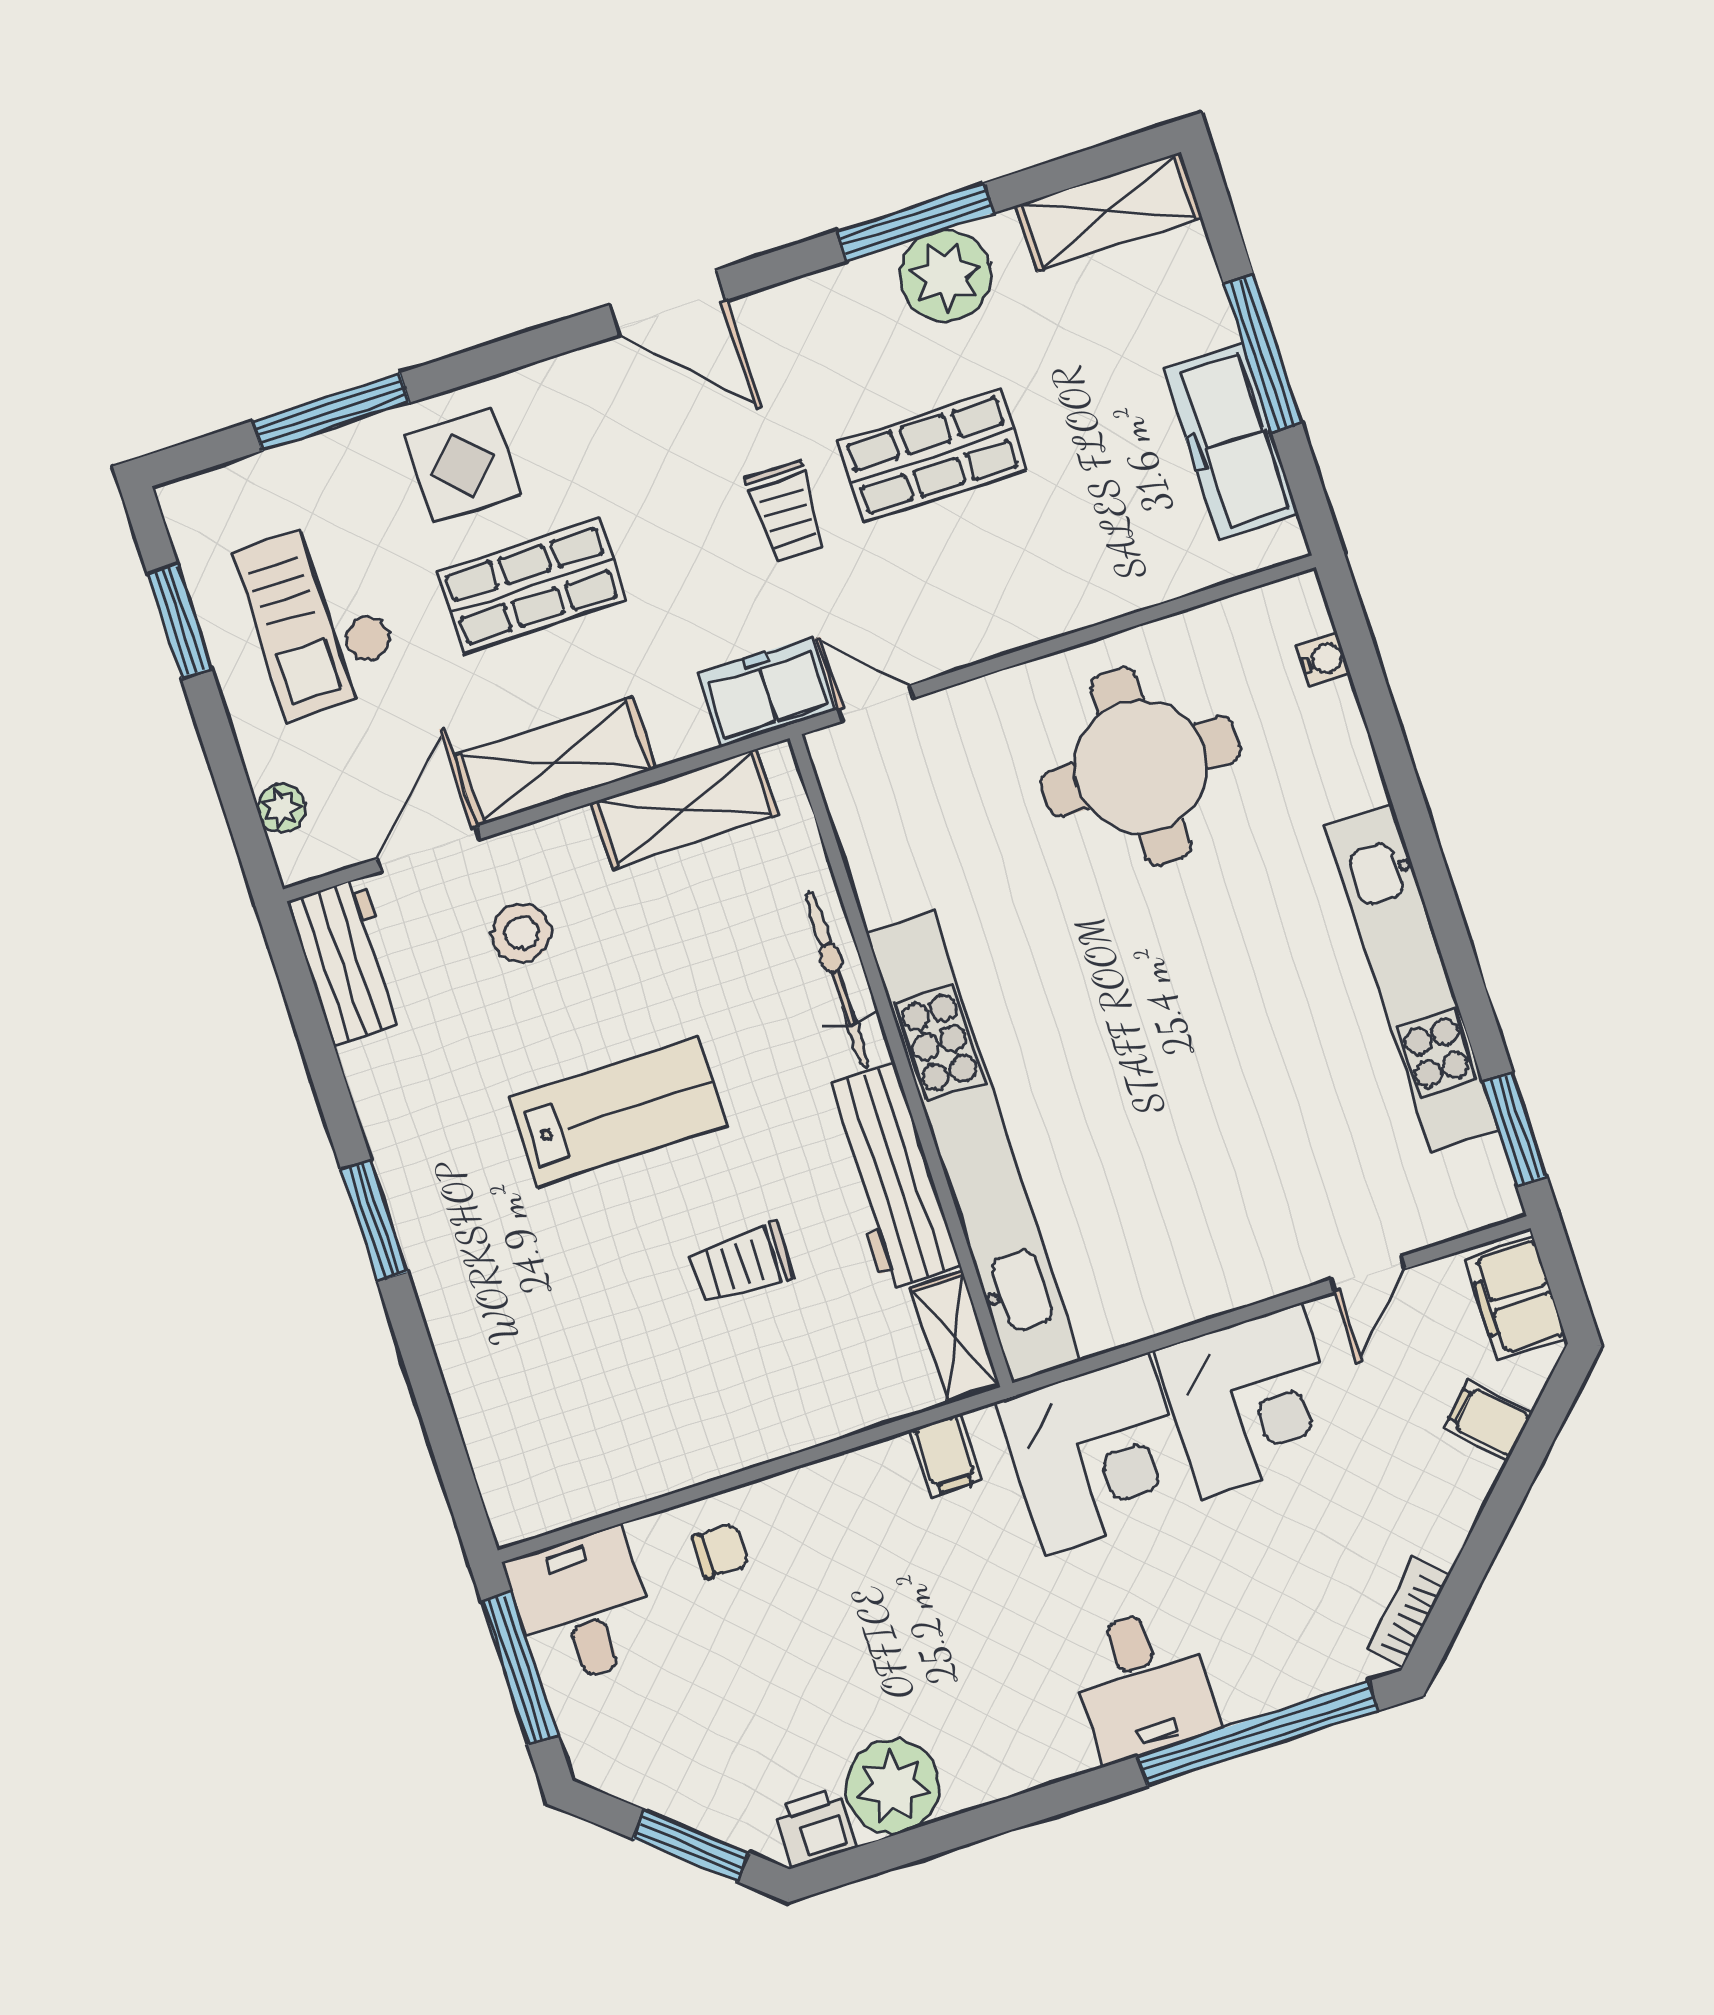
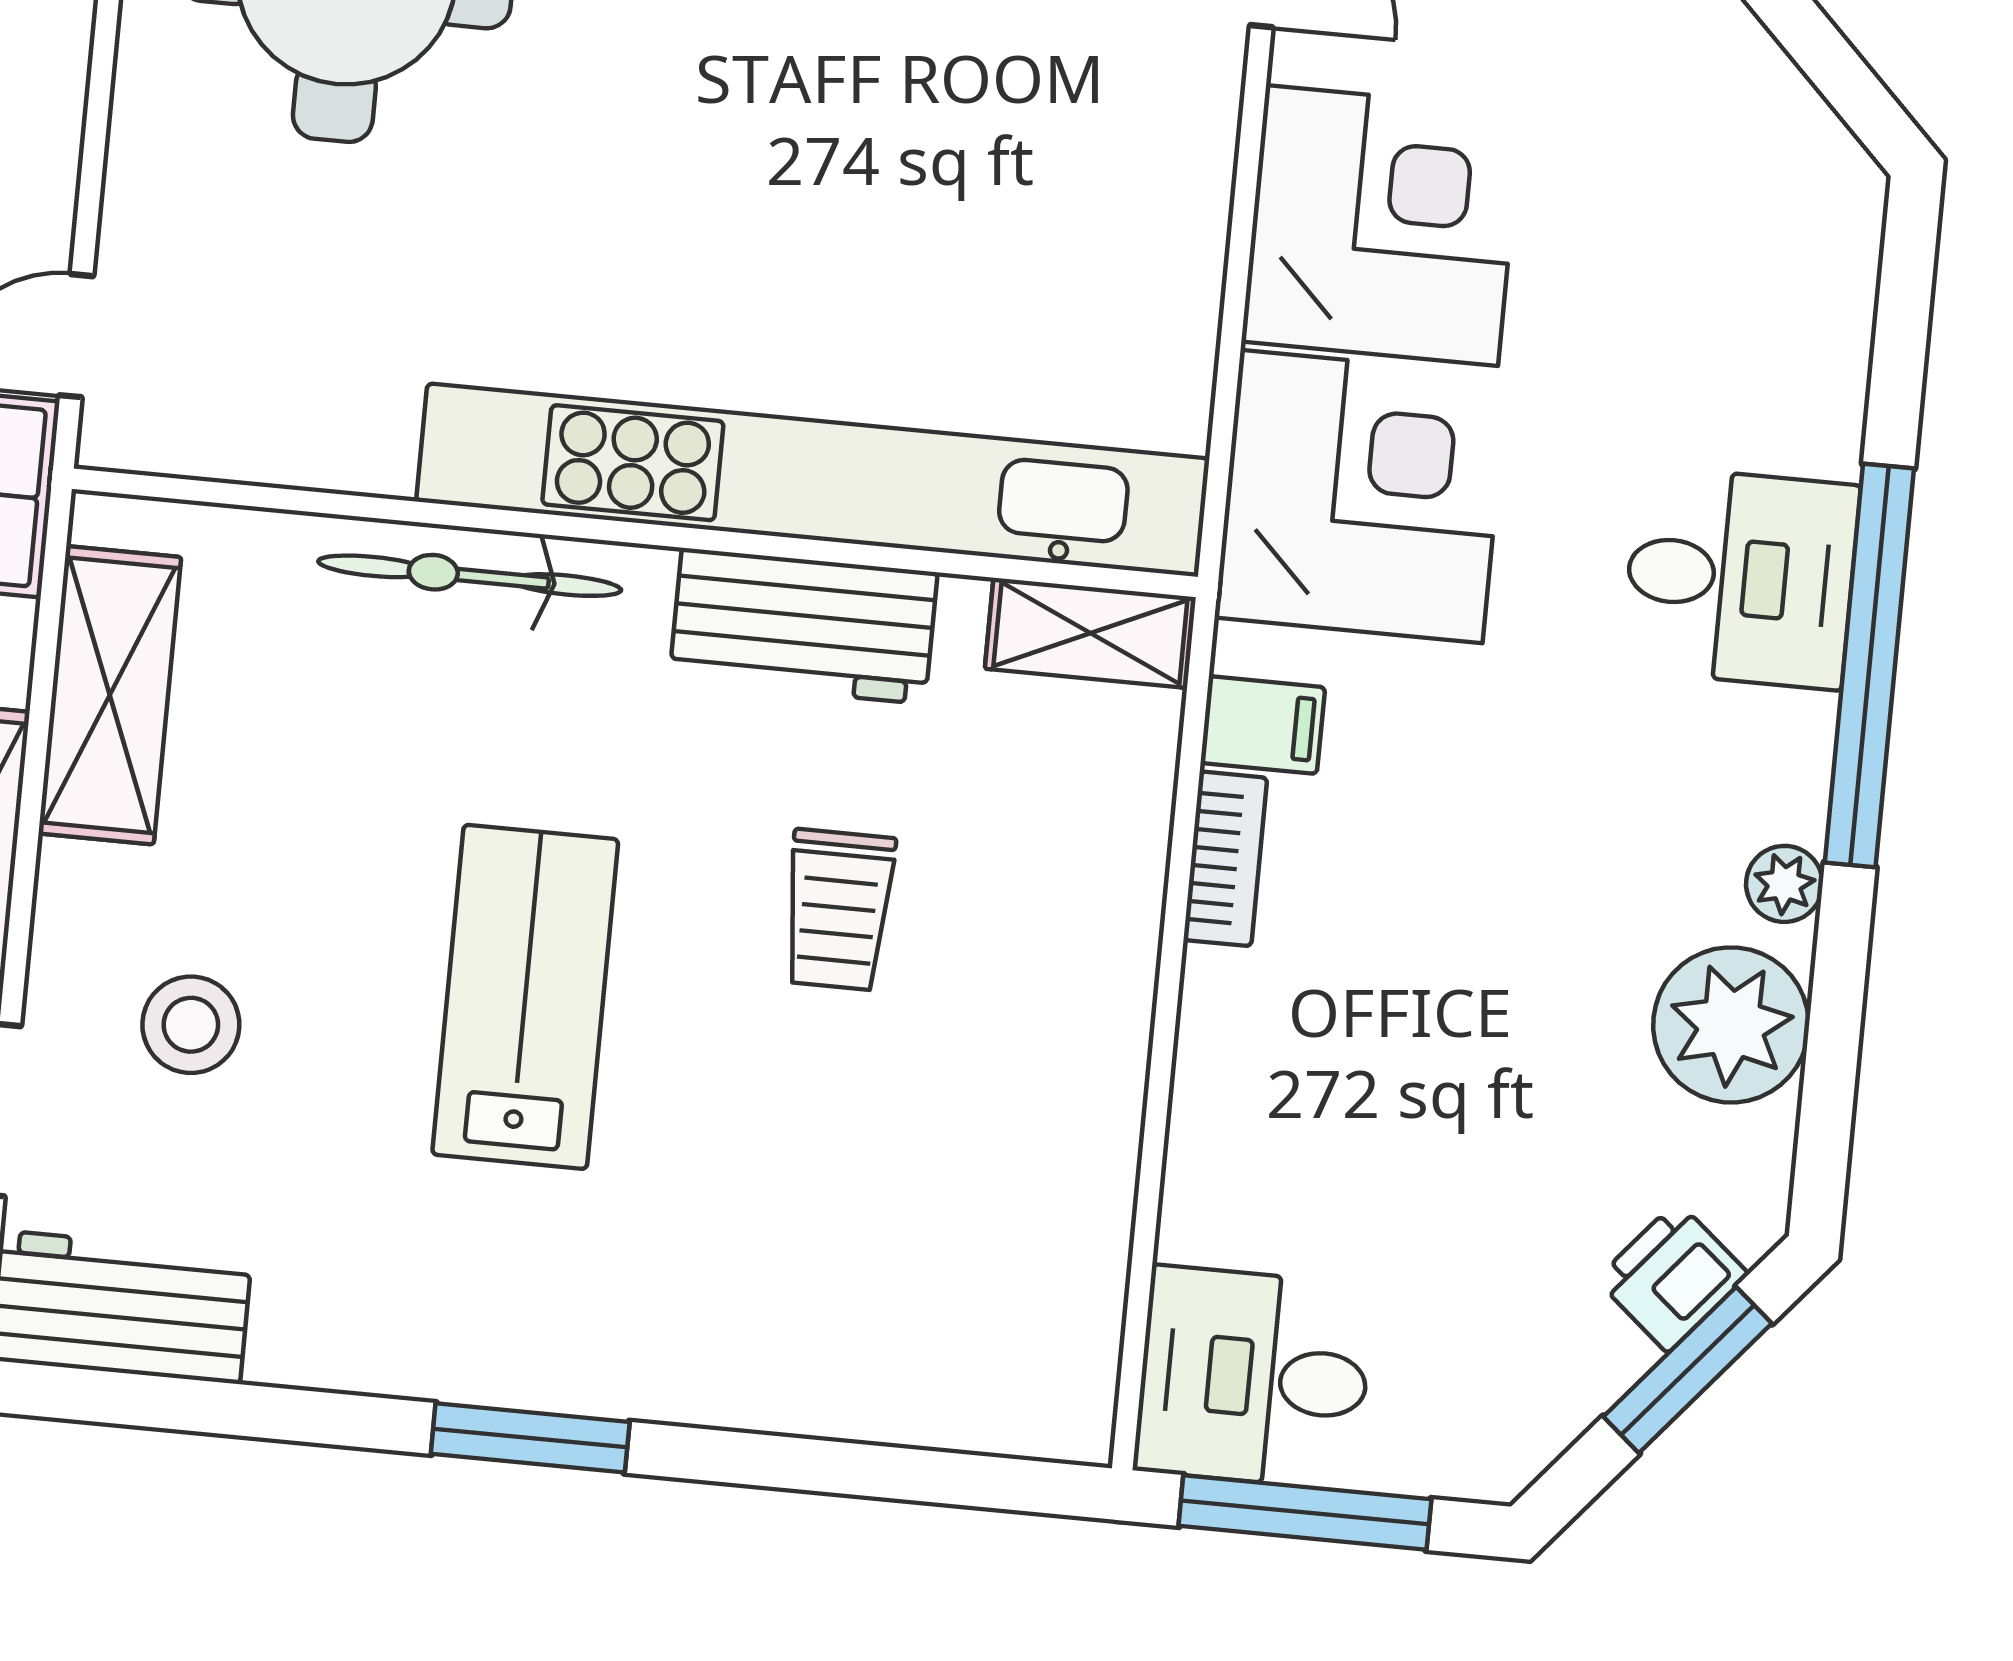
workbench: (890, 1176) -> (803, 626), width x0.73
chair: (720, 1551) -> (1260, 1131), removed
bookcase: (1408, 1613) -> (1225, 859), moved, turned -135
window: (1258, 1733) -> (1869, 665), moved
plant: (983, 1782) -> (1784, 884), added
printer: (815, 1828) -> (1672, 1277), moved, turned 40

